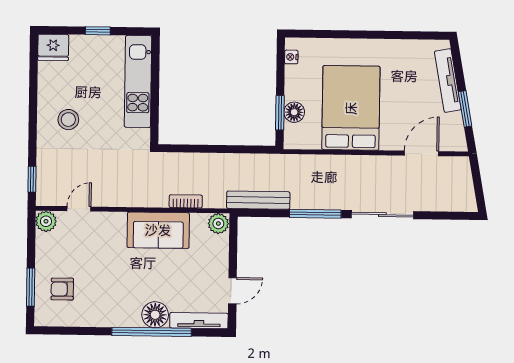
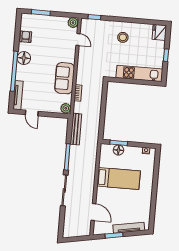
bed: (351, 108) -> (119, 178), width x0.67
armchair: (62, 289) -> (26, 37), moved
floor lamp: (155, 315) -> (24, 58), moved

